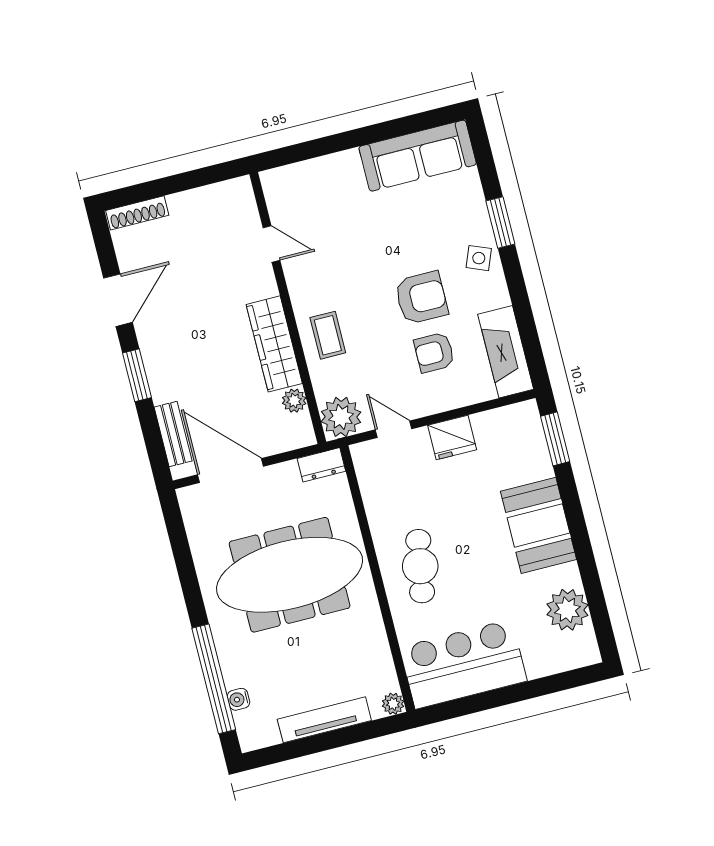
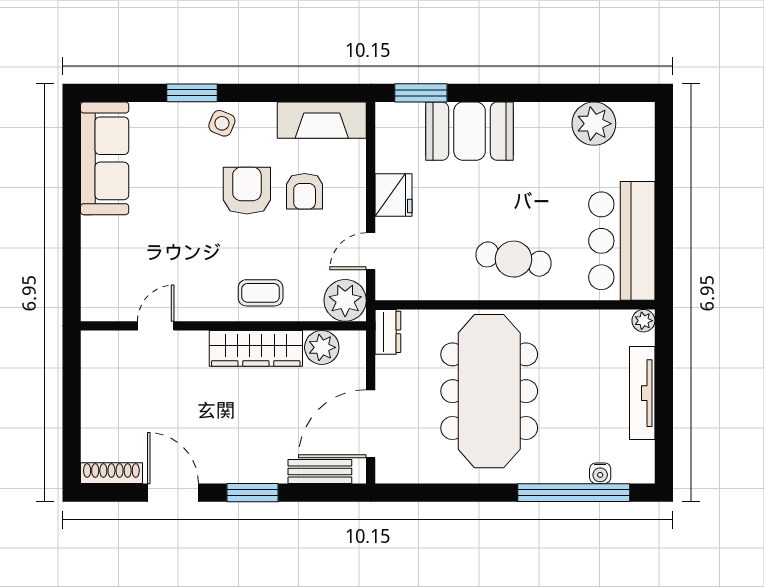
shoe rack: (137, 213) -> (111, 473), moved, turned -90
plant: (294, 401) -> (322, 347), width x1.38, depth x1.38
booth: (539, 525) -> (470, 131), moved

